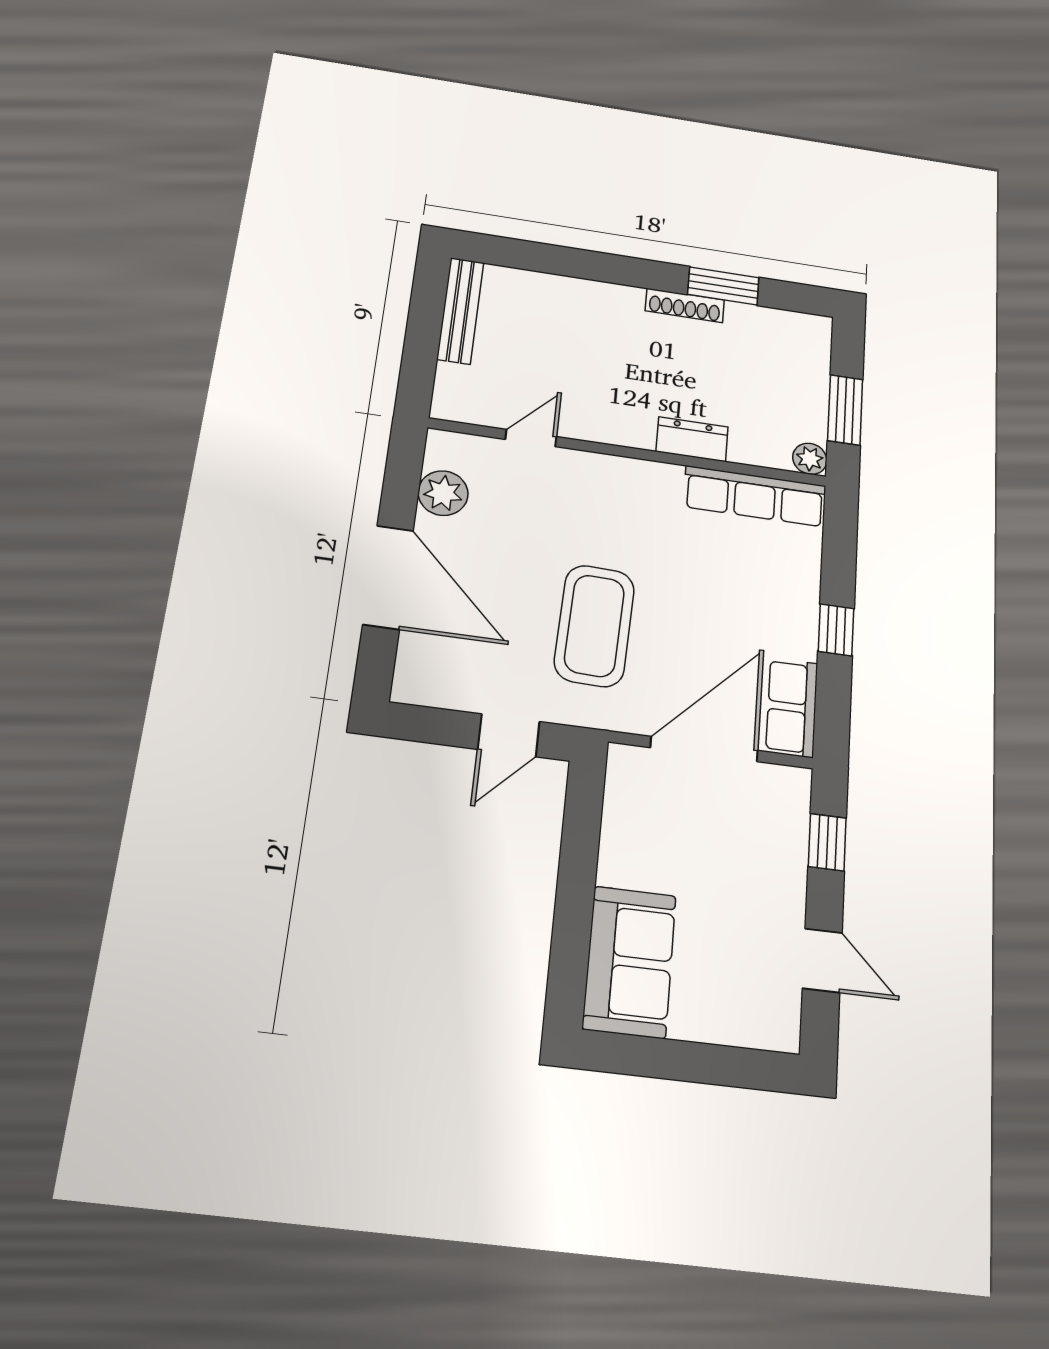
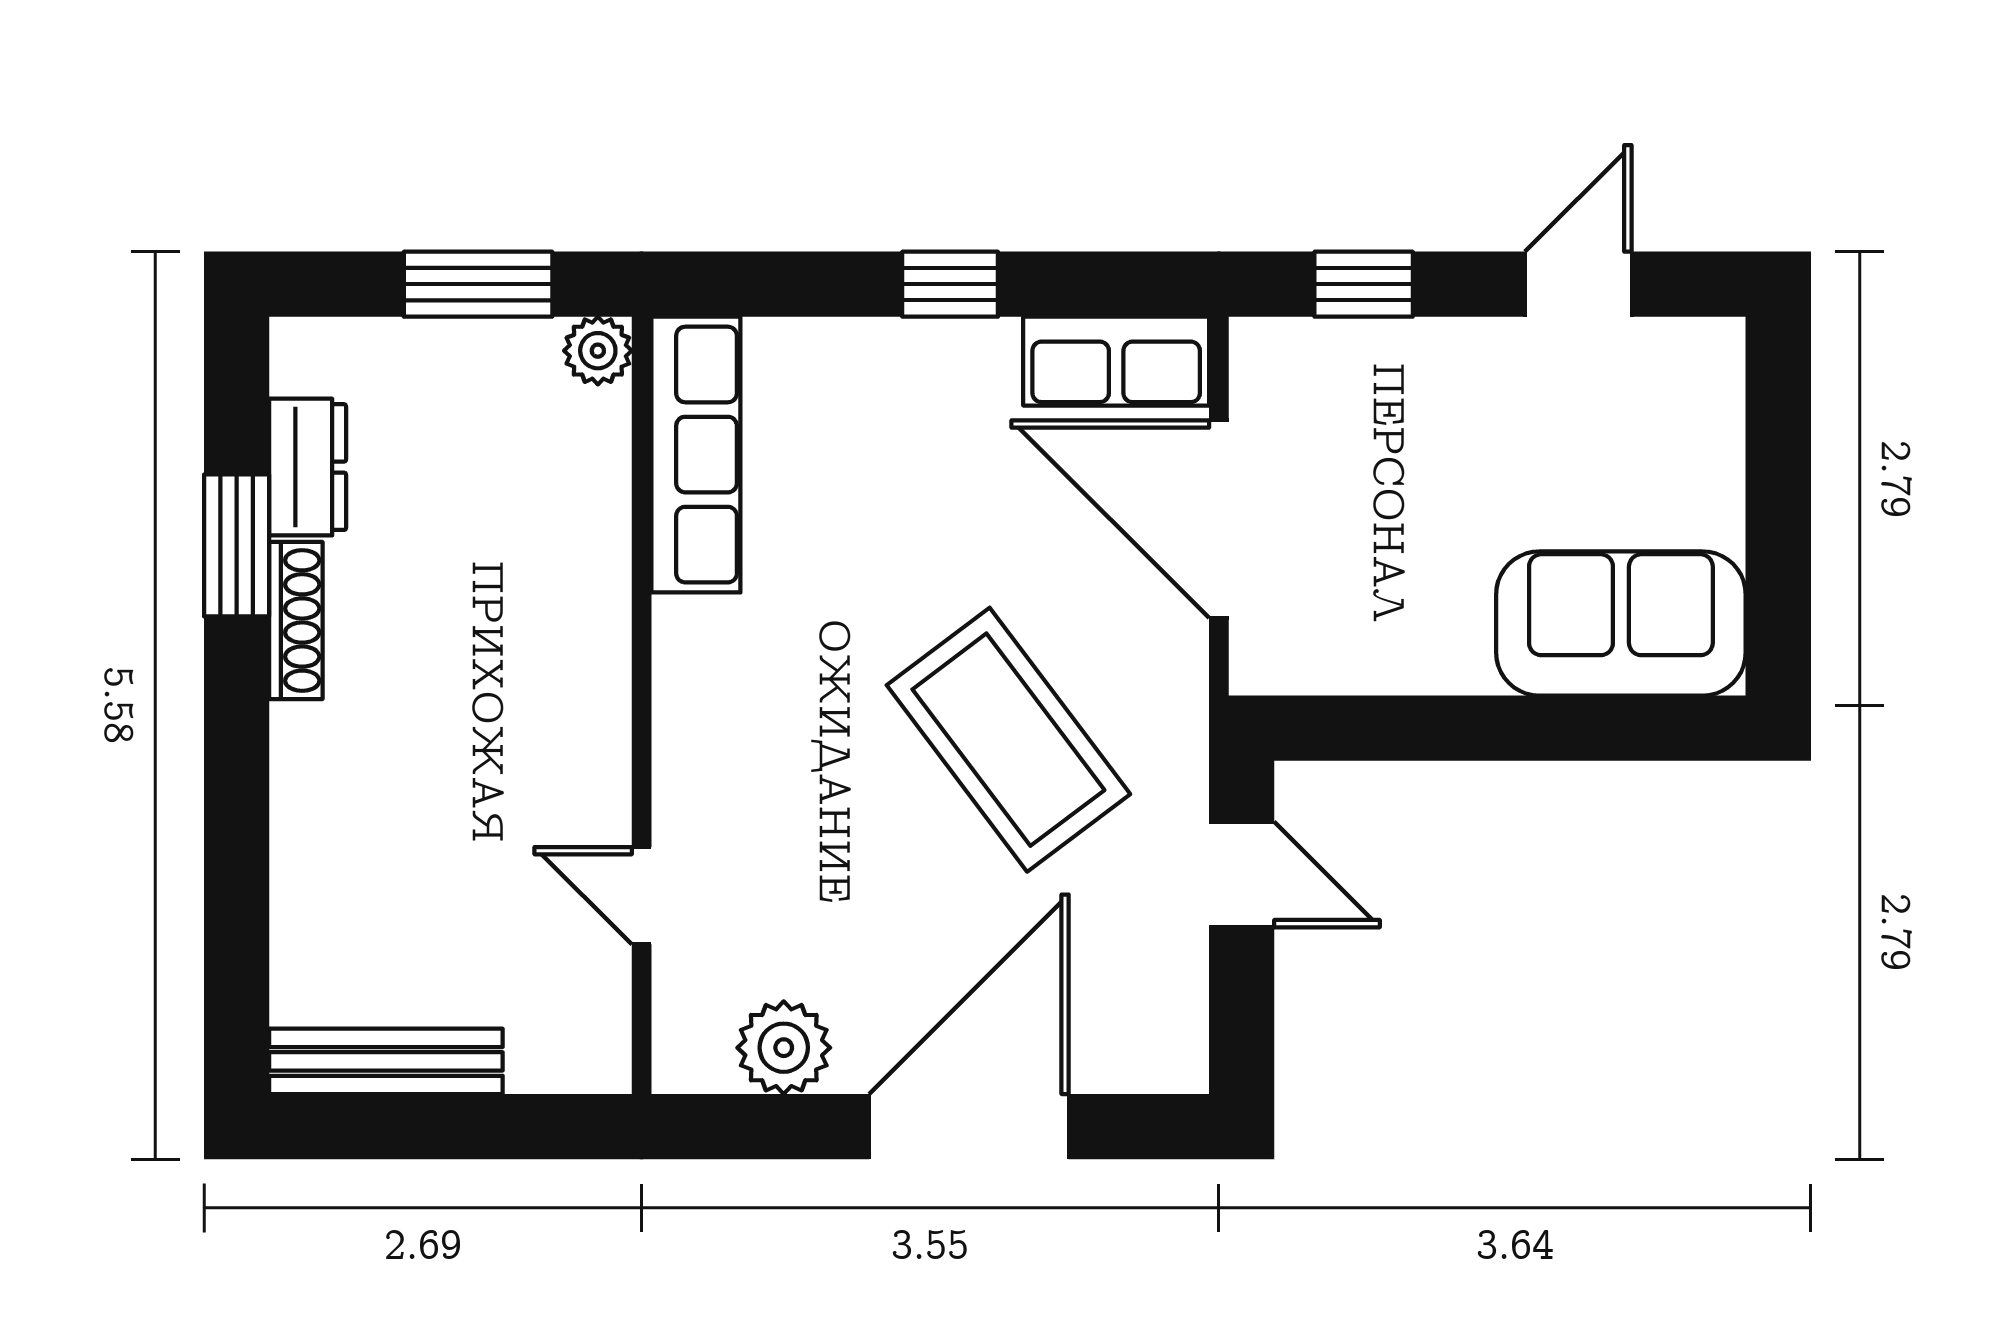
dresser: (692, 439) -> (308, 467), moved, turned 180
coffee table: (594, 626) -> (1008, 740), turned 51

